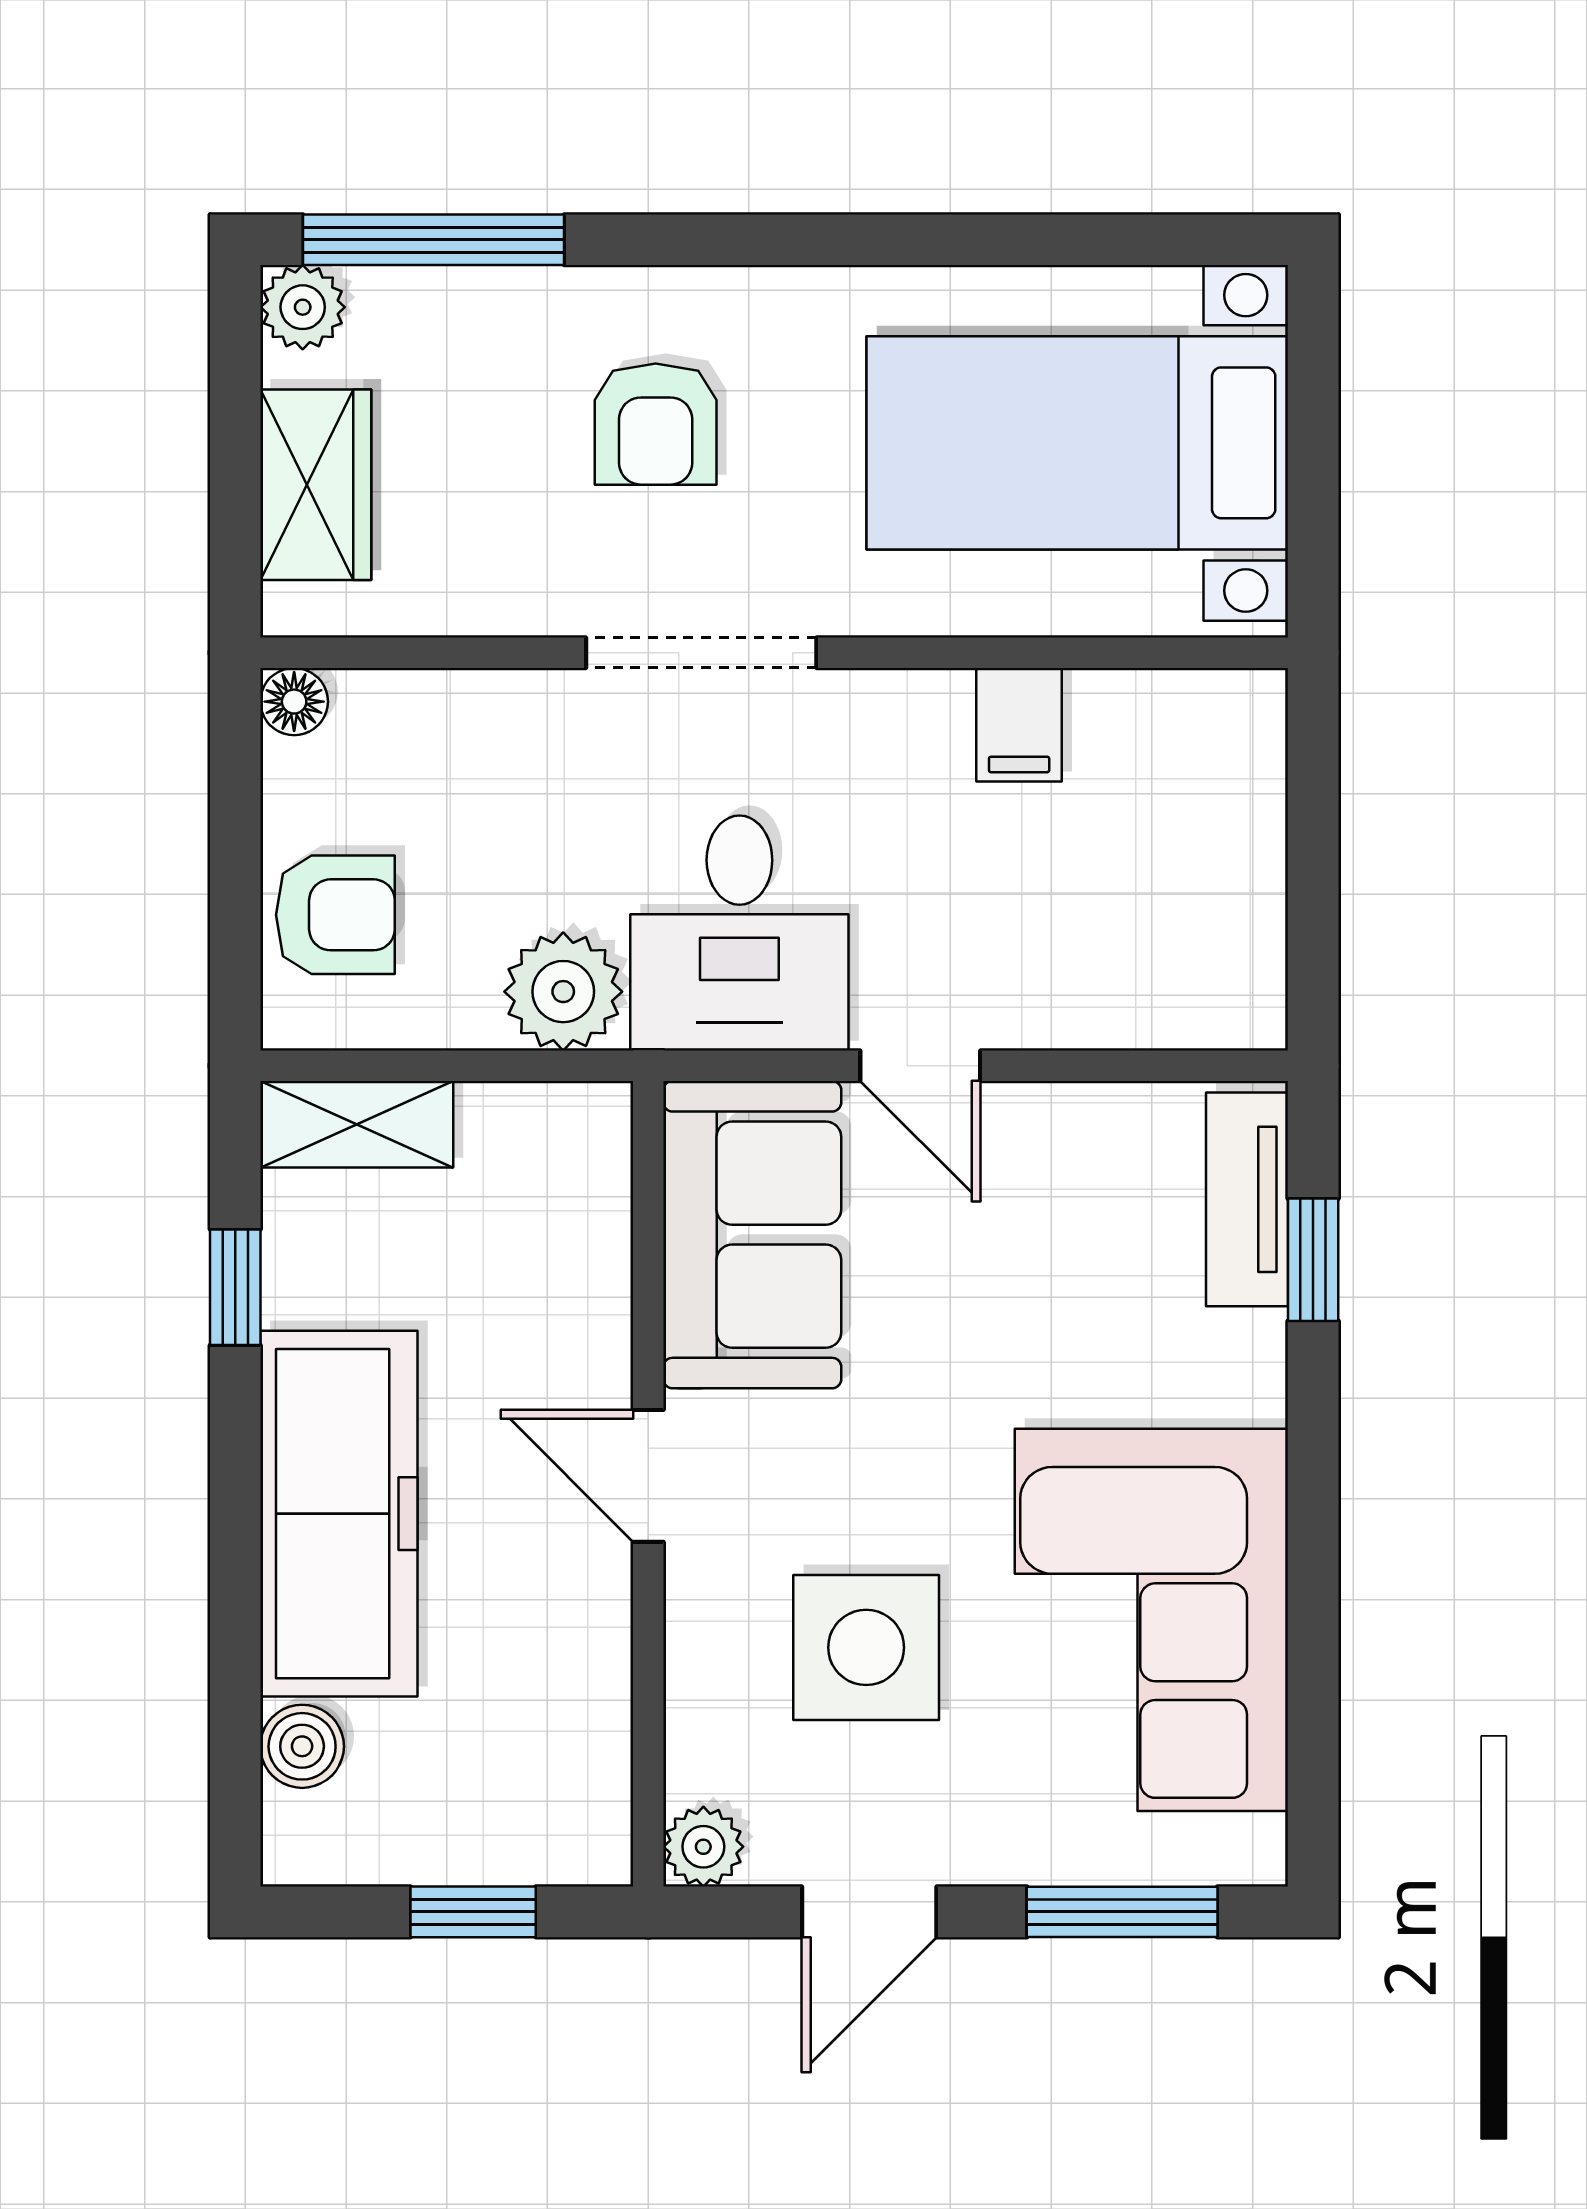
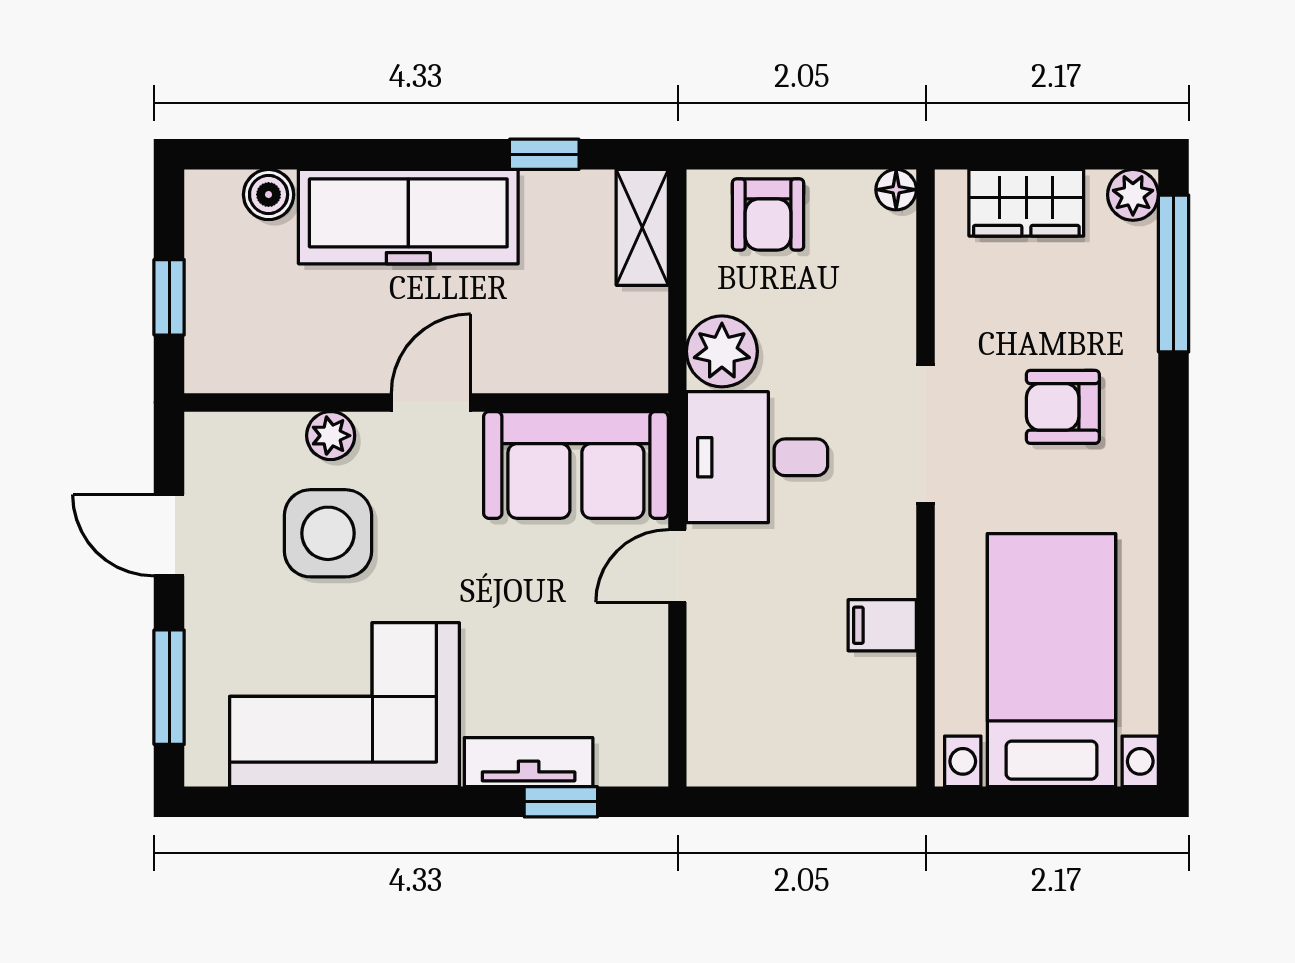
tv unit: (1247, 1199) -> (529, 762), moved
plant: (703, 1847) -> (331, 436), moved

